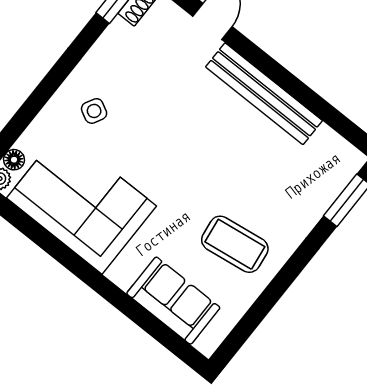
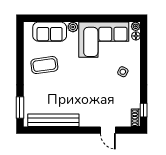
bench: (264, 94) -> (53, 120), moved
plant: (122, 274) -> (73, 27), added

